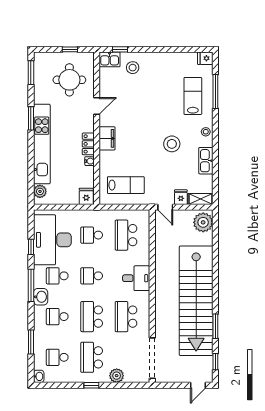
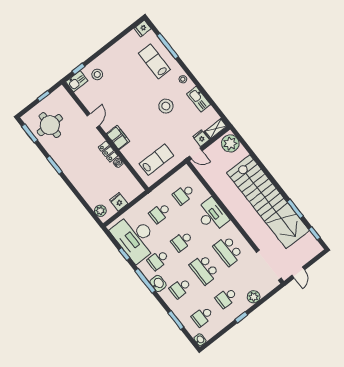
round table: (69, 80) -> (50, 125), moved
kitchen unit: (42, 144) -> (76, 177), removed
fridge: (86, 196) -> (119, 202), moved
school desk: (126, 235) -> (184, 194), width x0.54
desk: (136, 278) -> (212, 215), width x1.37
school desk: (92, 357) -> (226, 298), width x0.54
door: (198, 385) -> (298, 273), moved

